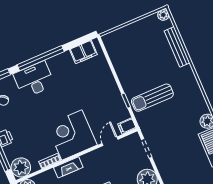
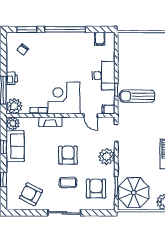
filing cabinet: (83, 52) -> (100, 39), width x0.50
desk: (34, 80) -> (104, 76), moved, turned 90
door: (110, 141) -> (91, 116), swing flipped

